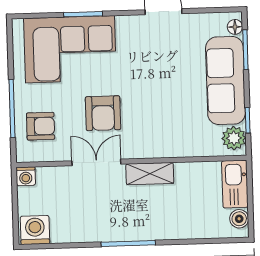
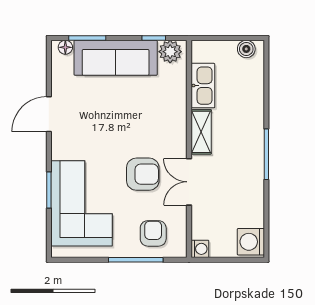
kitchen sink: (235, 184) -> (203, 86), moved, turned -90

